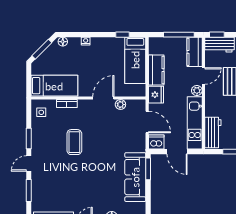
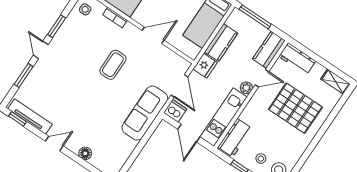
window: (179, 35) -> (255, 17), moved
window: (217, 35) -> (301, 48), removed
plant: (120, 105) -> (165, 52), removed
coffee table: (74, 142) -> (113, 65), moved
door: (29, 163) -> (41, 50), hinge flipped
window: (148, 169) -> (150, 131), removed
sofa: (135, 177) -> (145, 113), moved

